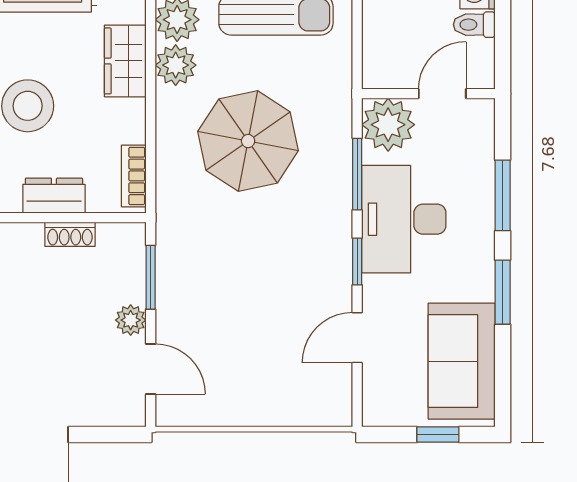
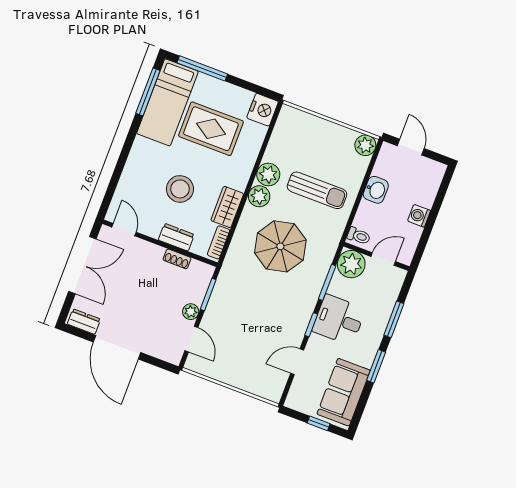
toilet: (474, 25) -> (359, 236), moved, turned 180
wardrobe: (125, 61) -> (227, 207), moved
desk: (404, 219) -> (339, 320), width x0.73

